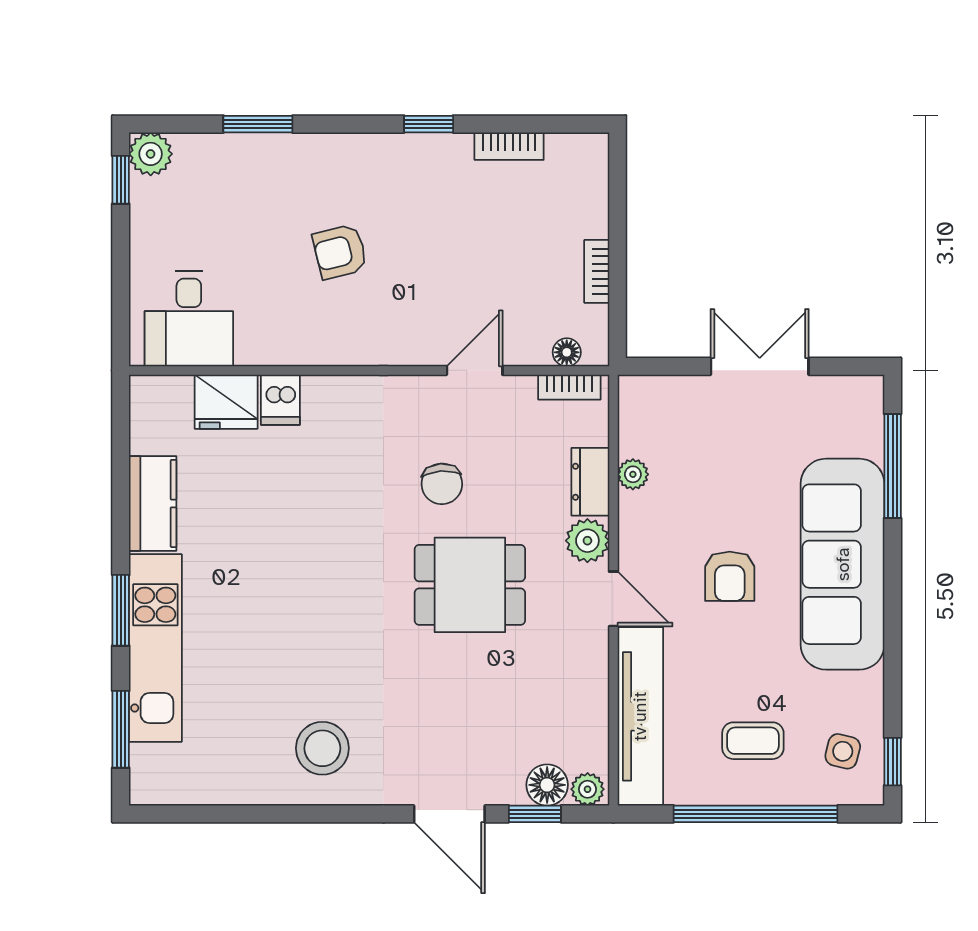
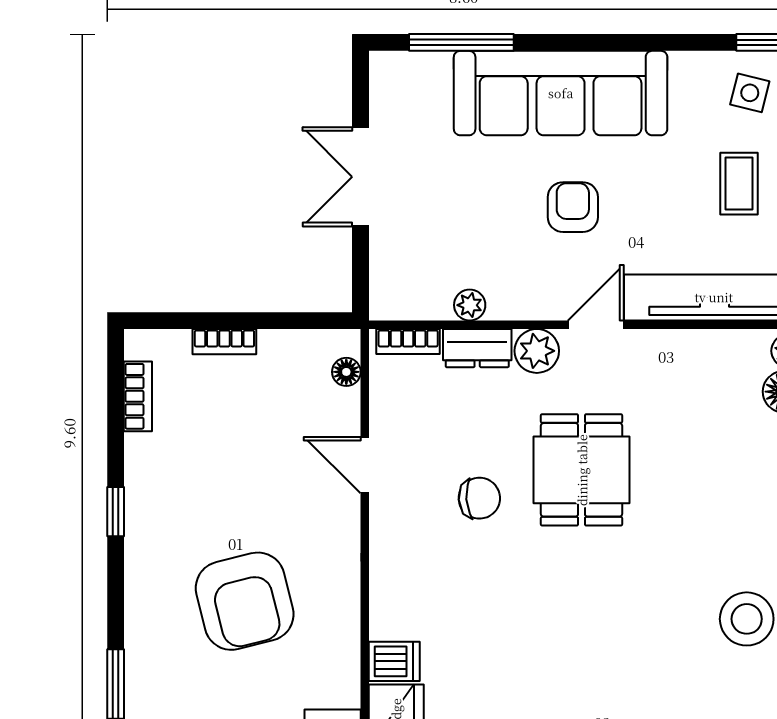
bookcase: (509, 146) -> (138, 396), moved
armchair: (340, 252) -> (245, 601), width x1.88, depth x1.88
bookcase: (597, 271) -> (224, 342), moved
bookcase: (569, 387) -> (408, 342), moved, turned 90
armchair: (730, 576) -> (573, 207), turned -90

